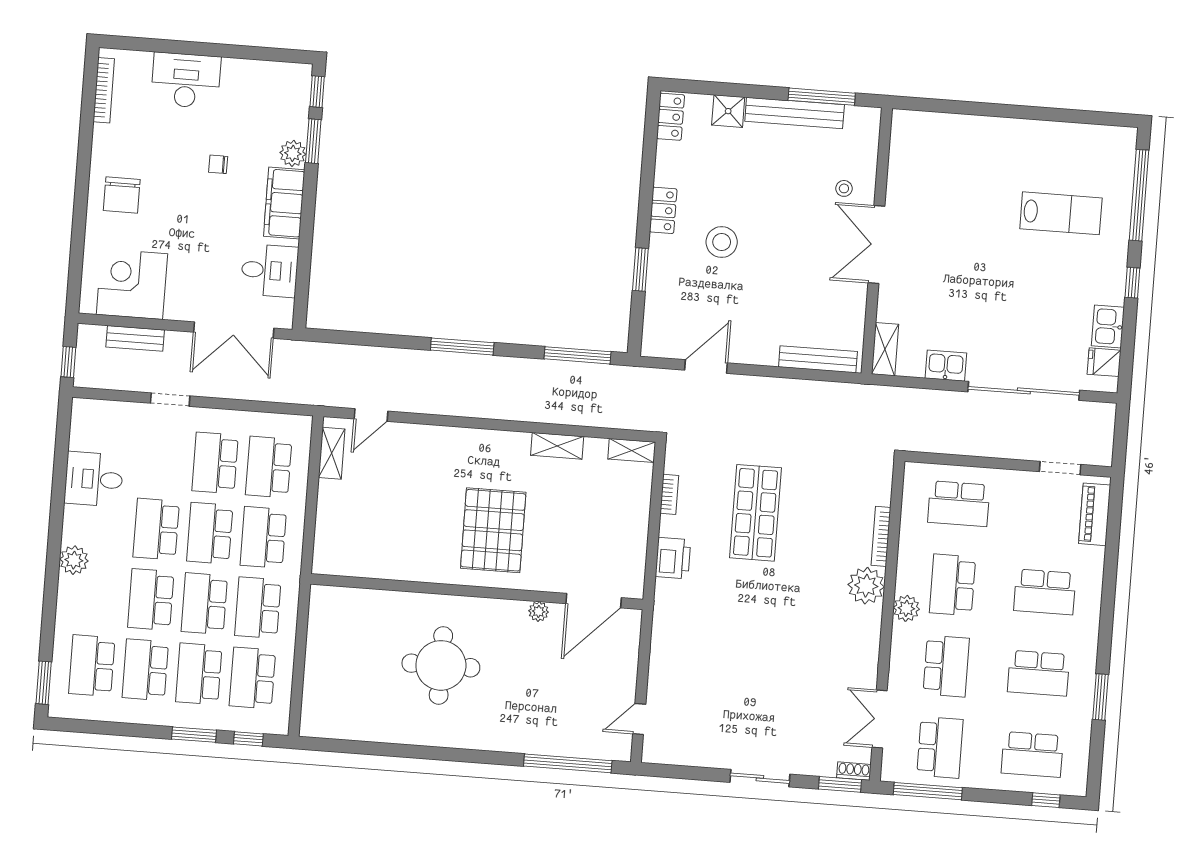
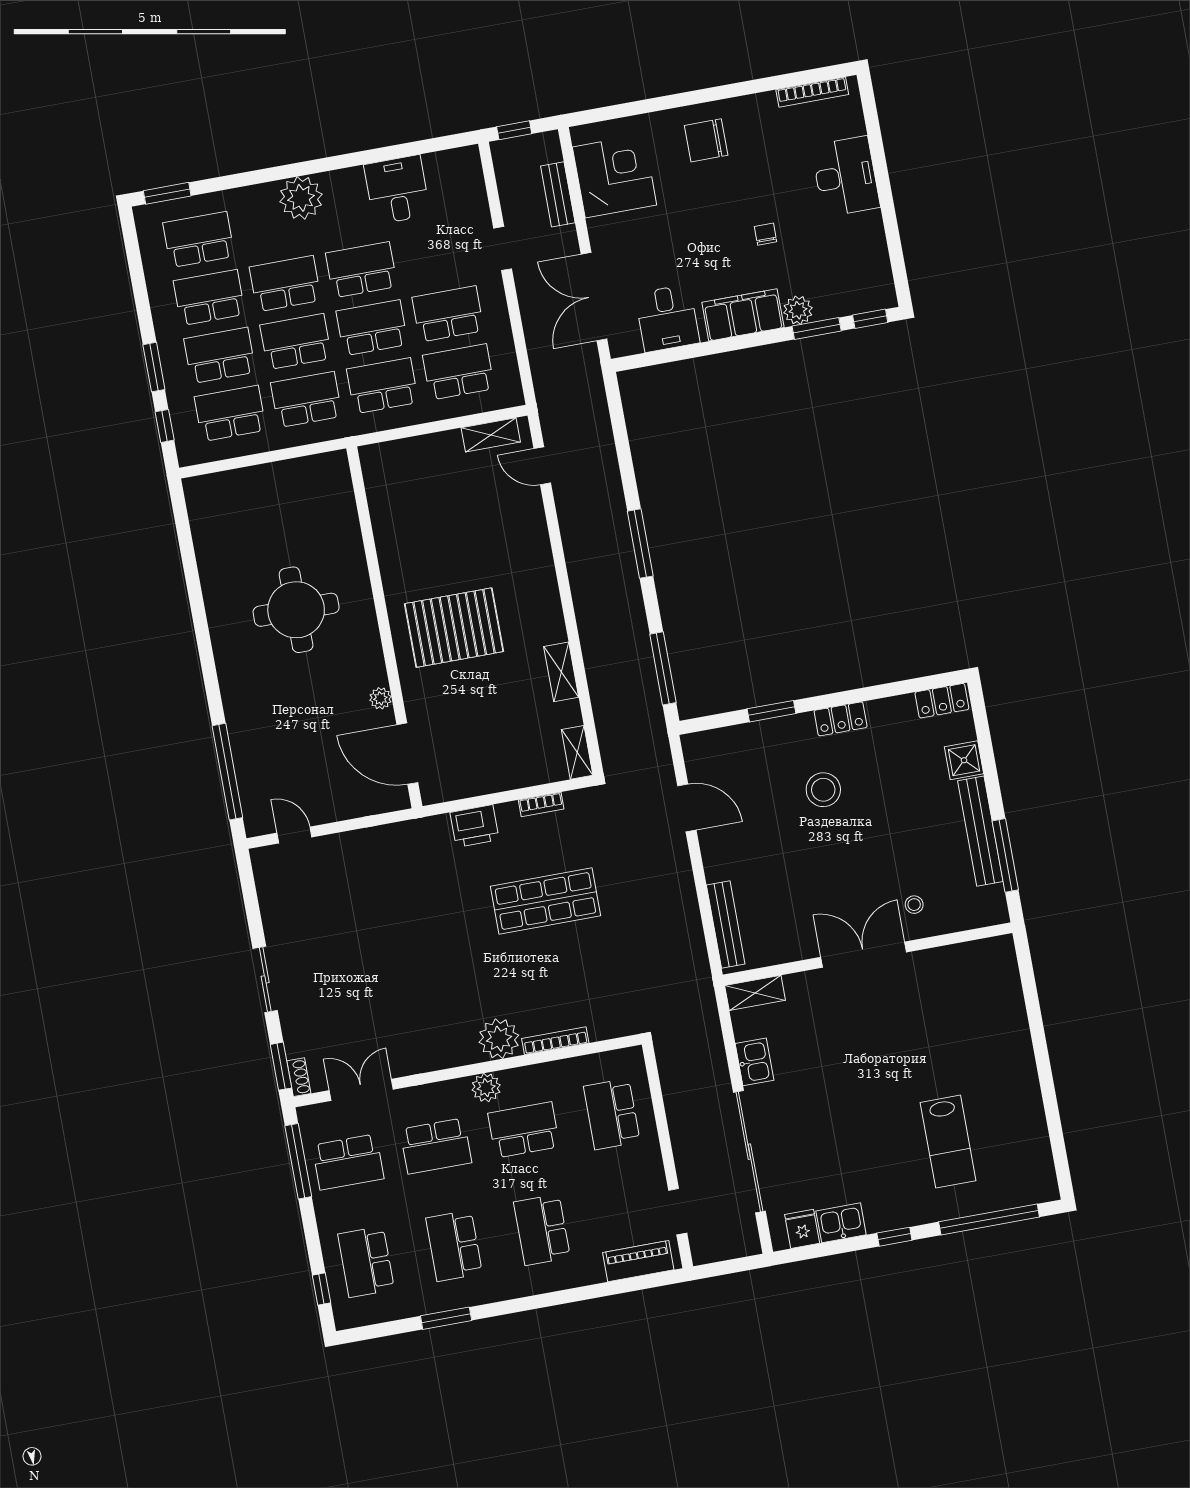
plant: (74, 560) -> (301, 198), width x1.36, depth x1.36

